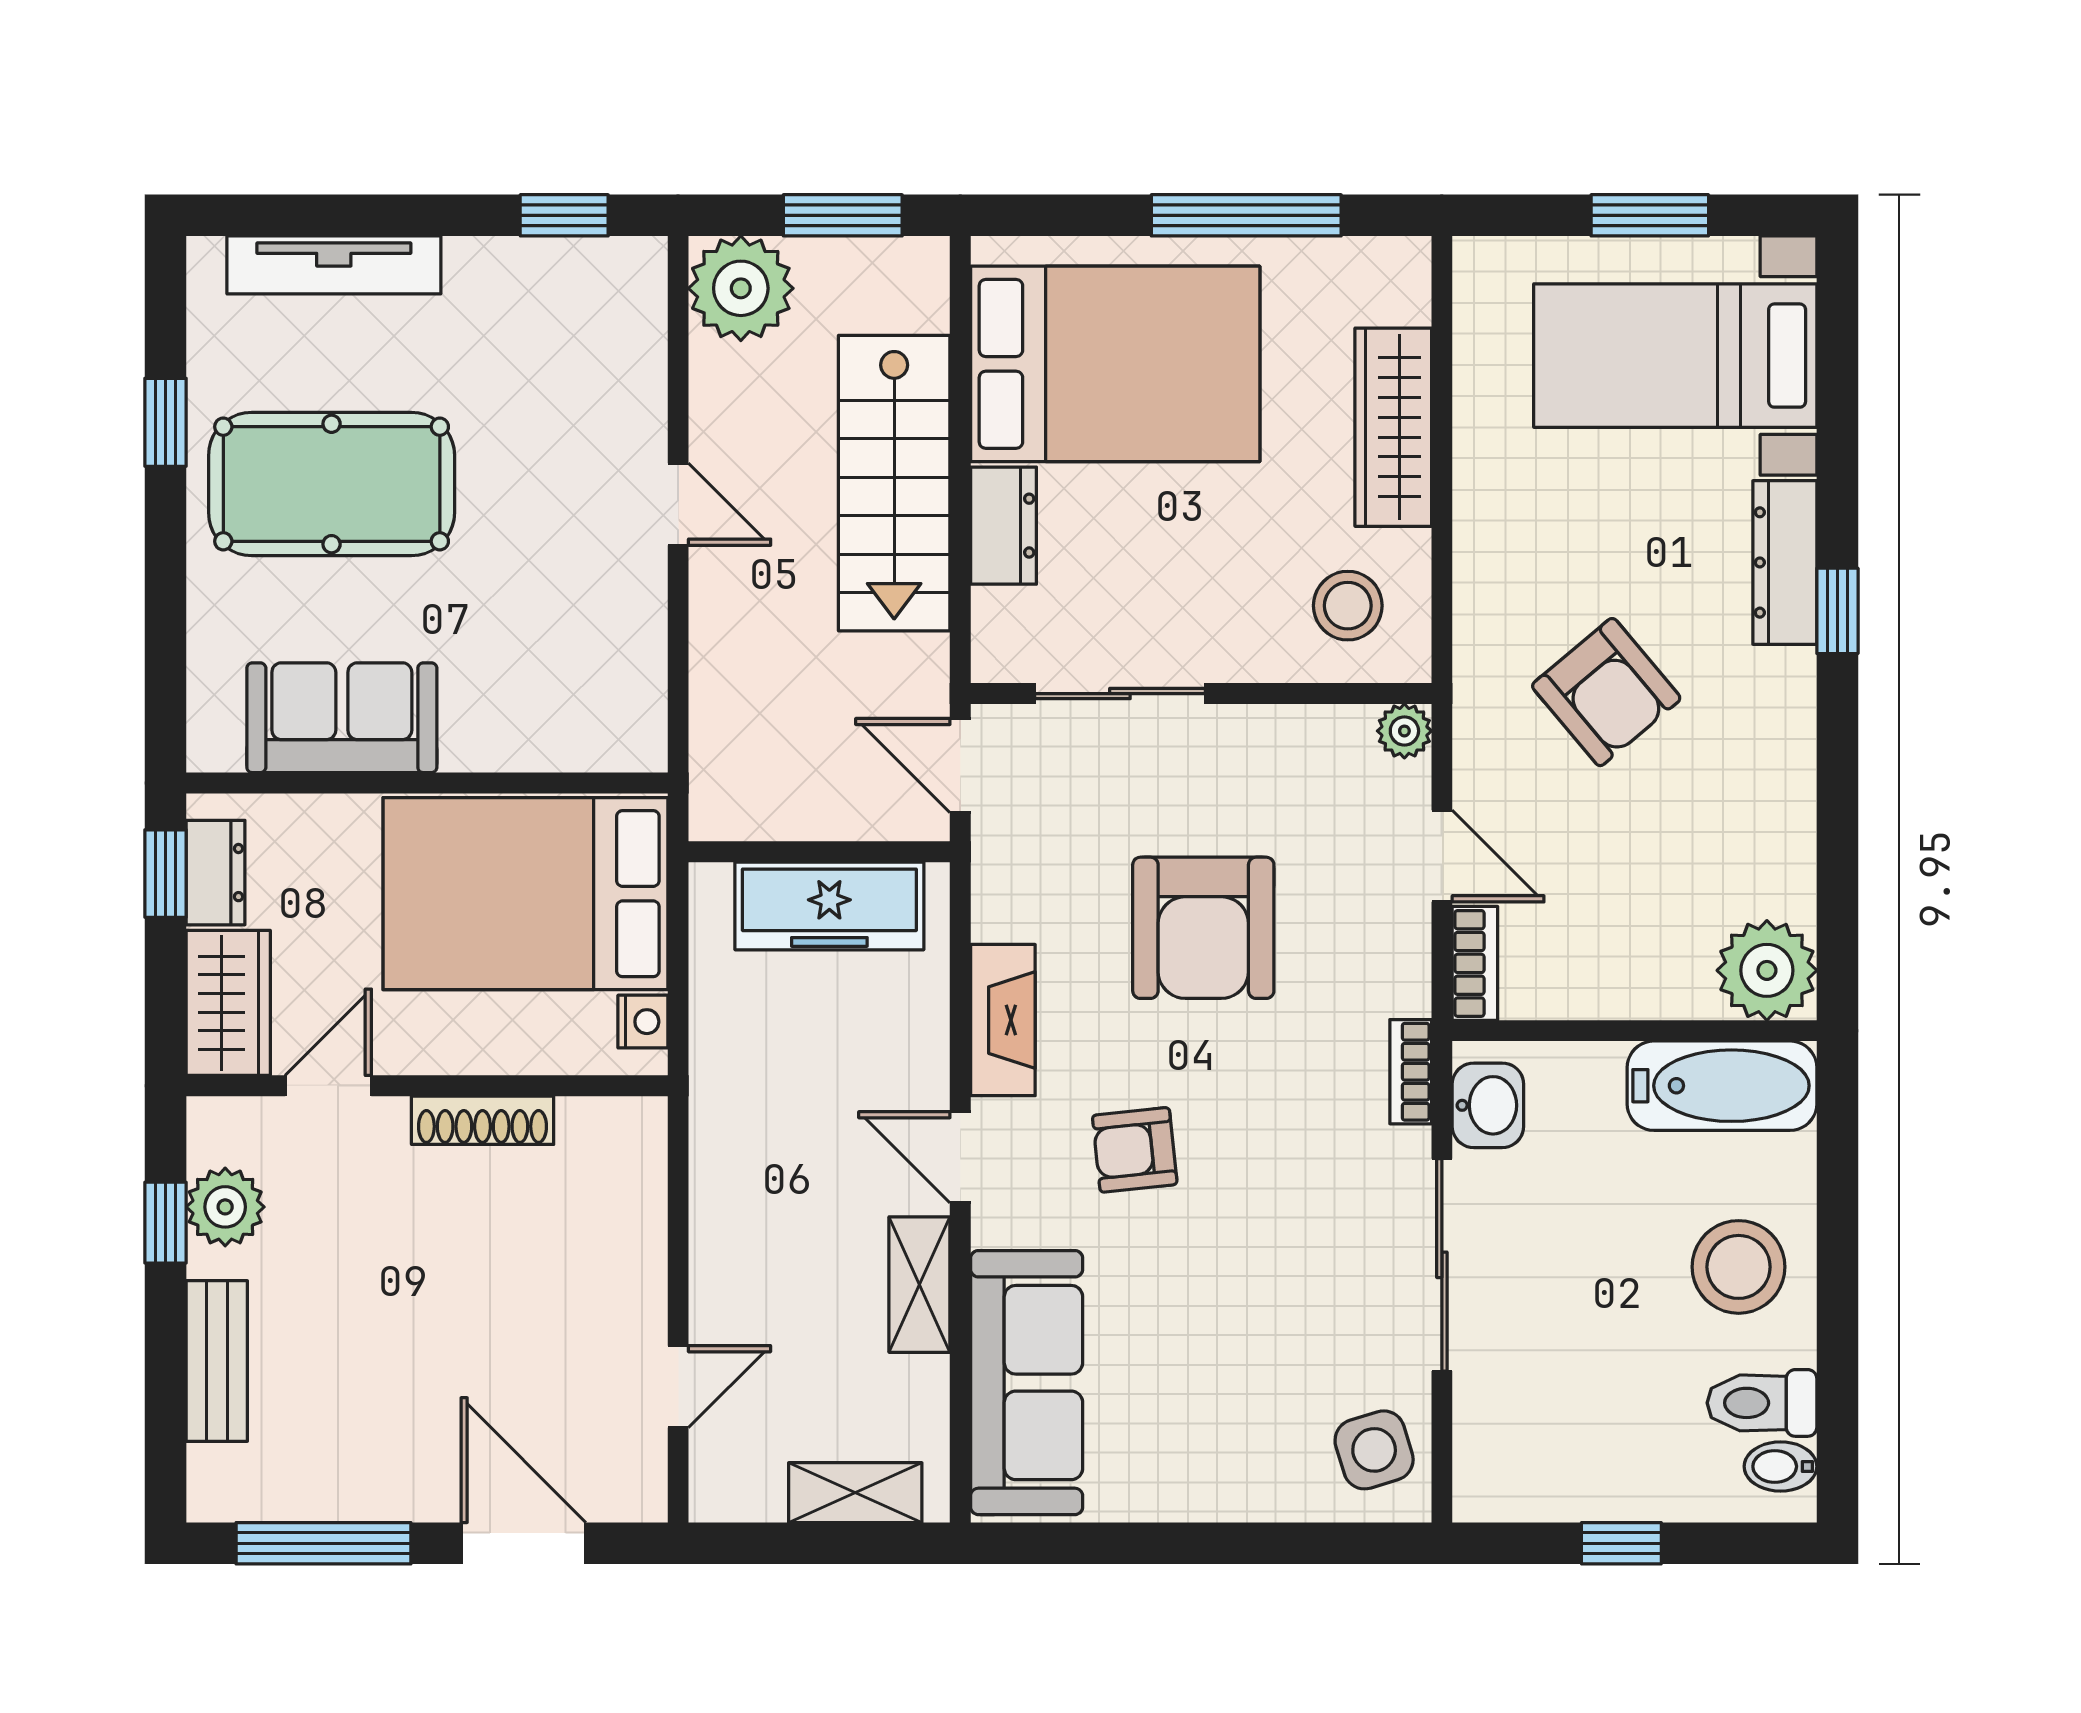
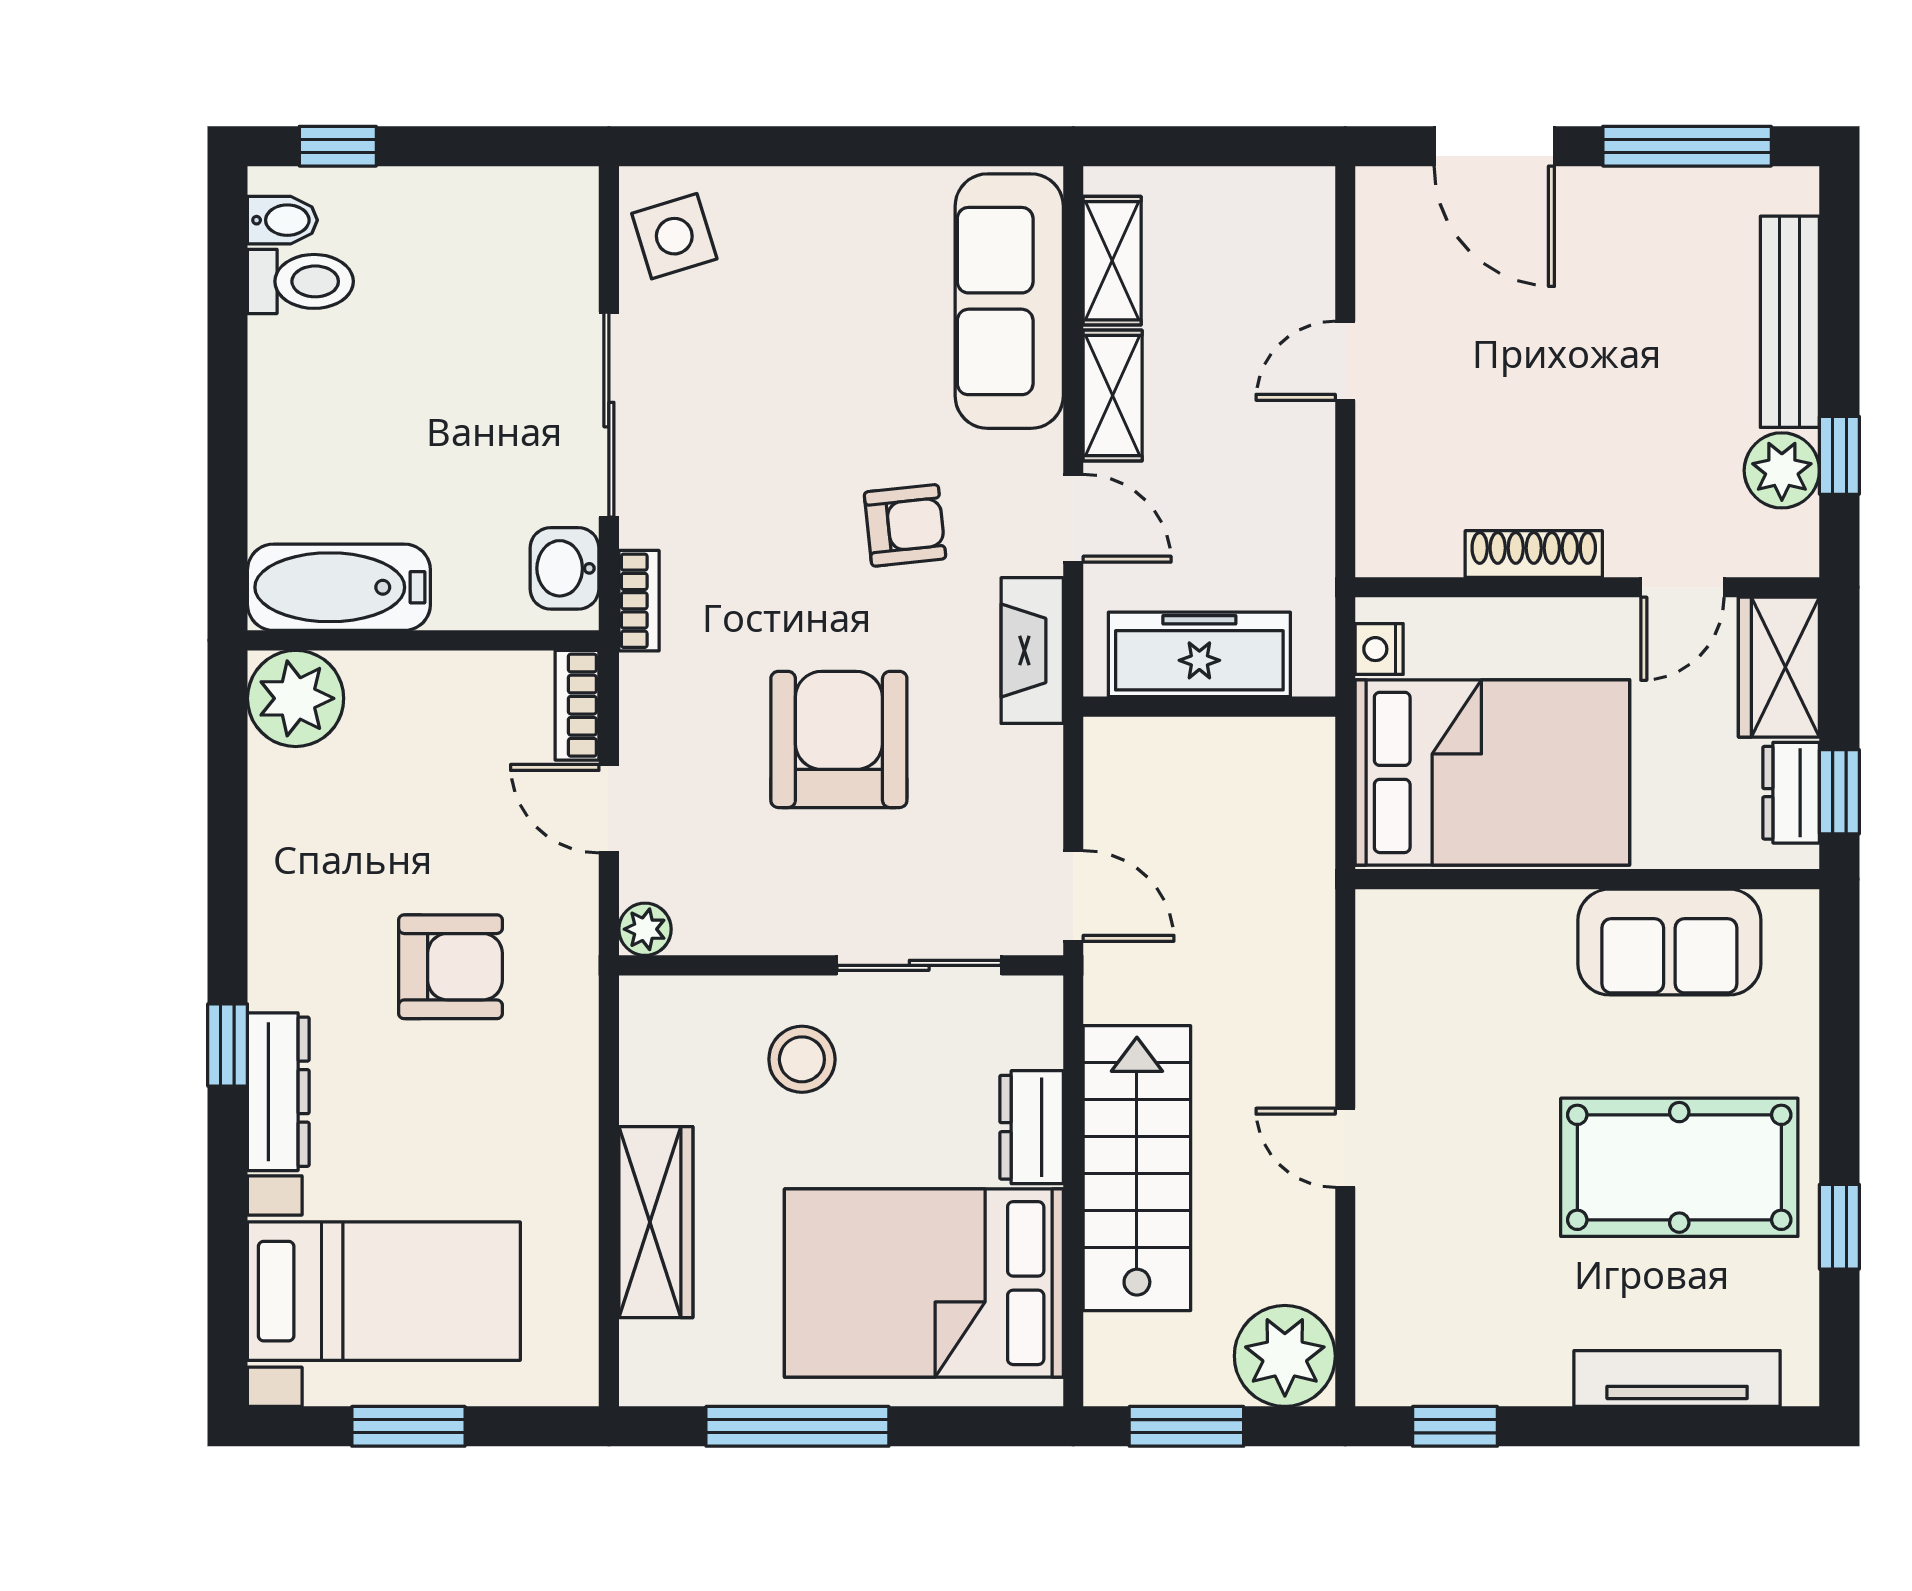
stool: (1348, 606) -> (802, 1059), moved
armchair: (1606, 692) -> (450, 967), turned 130
wall: (819, 852) -> (1209, 707), moved
freezer: (829, 906) -> (1199, 654), moved
stool: (1739, 1267) -> (323, 413), removed
bench: (217, 1361) -> (1790, 322), width x1.36
door: (678, 1387) -> (1345, 361), moved
shelving: (855, 1493) -> (1112, 261), moved, turned 90
window: (1621, 1543) -> (338, 146), moved

